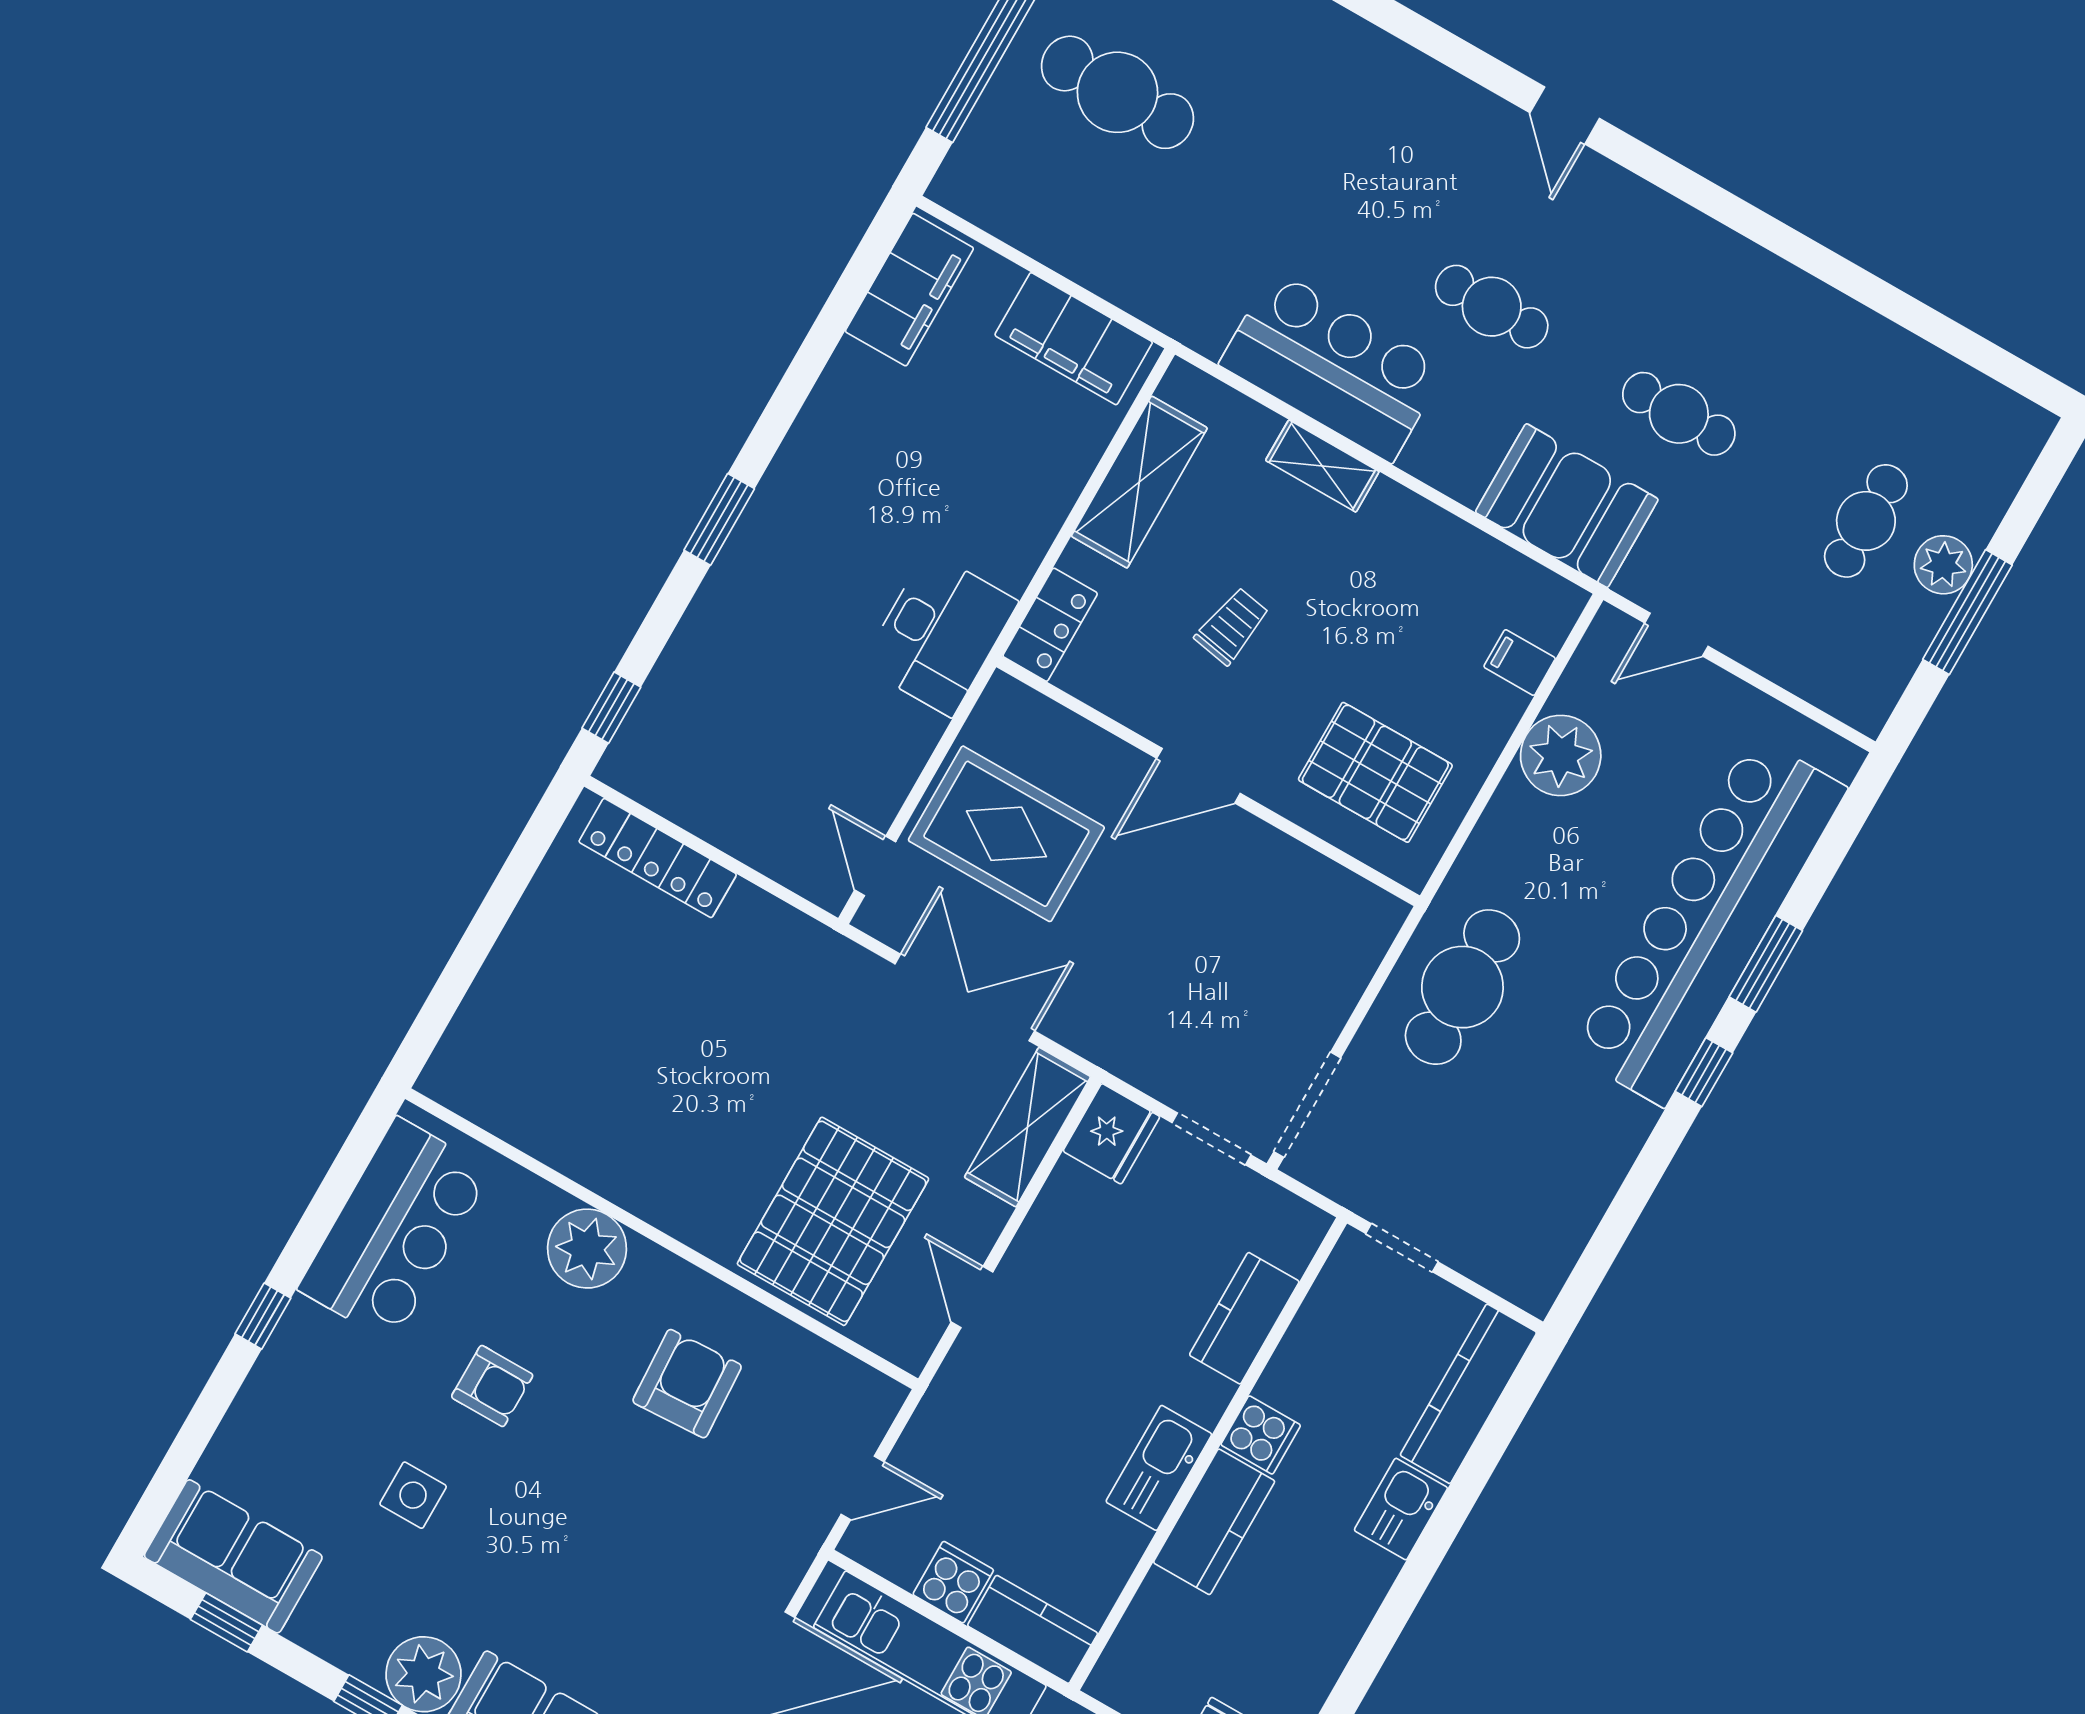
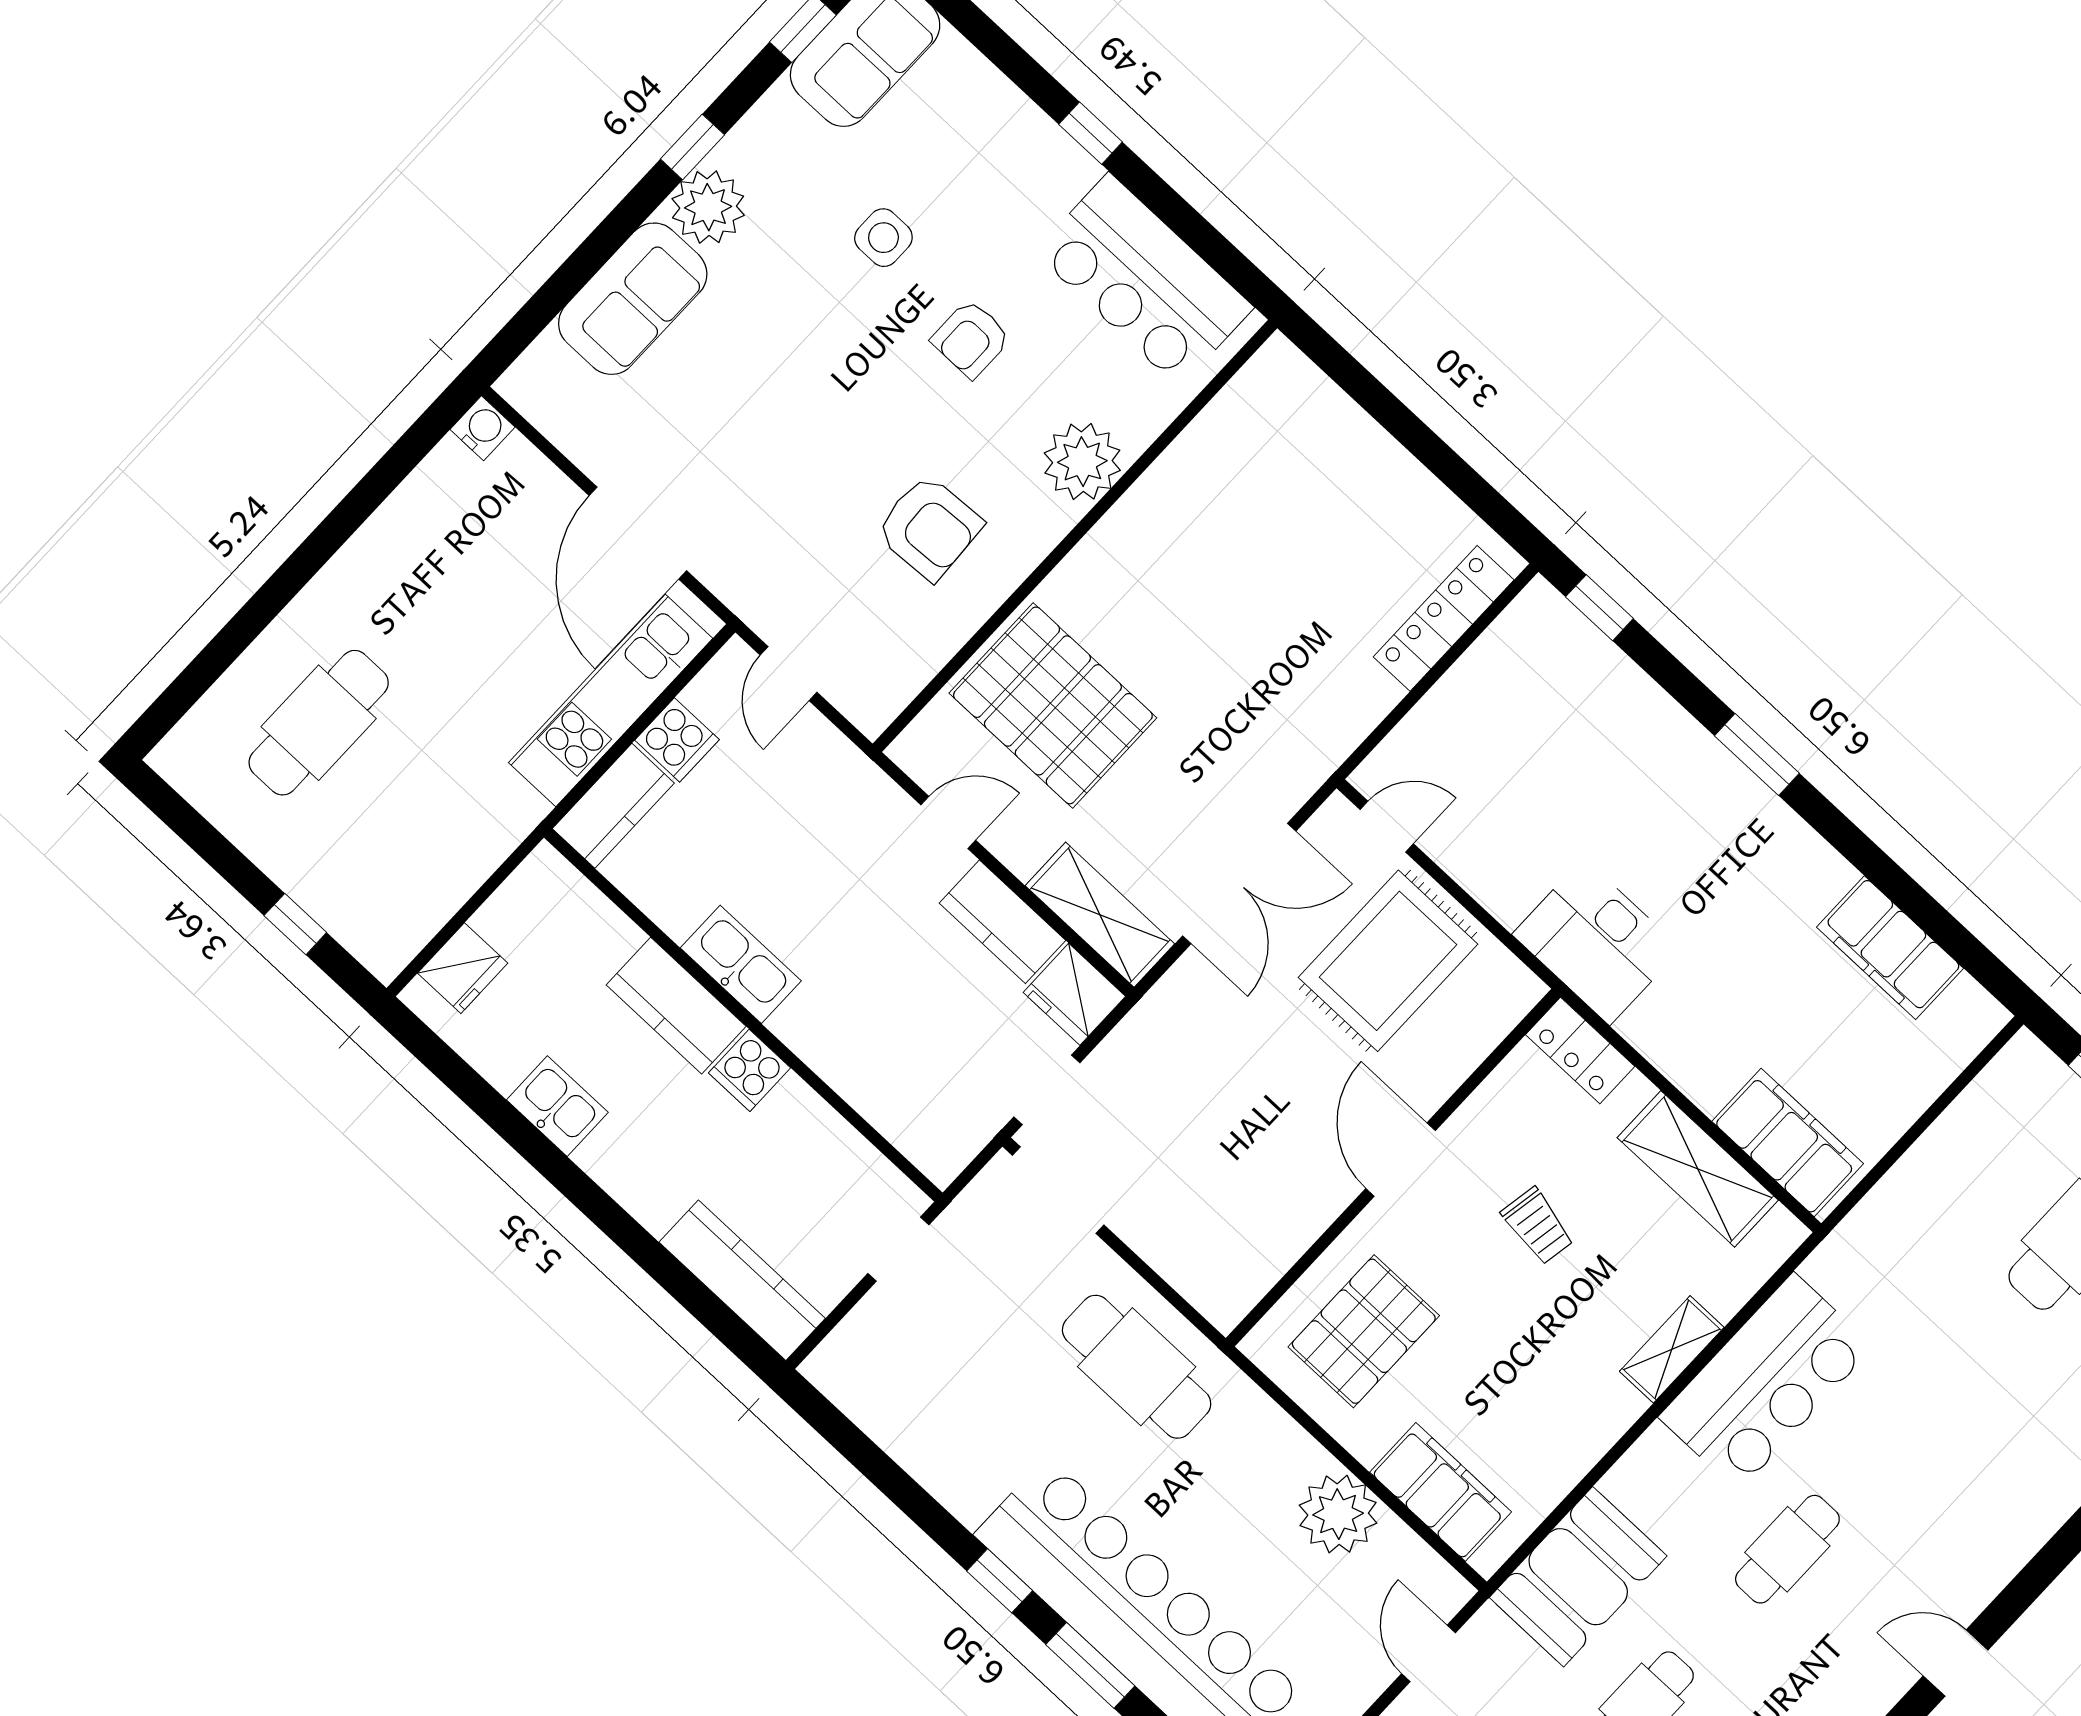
filing cabinet: (909, 290) -> (1890, 948), moved
filing cabinet: (1074, 339) -> (1788, 1143), moved, turned 90
filing cabinet: (1520, 663) -> (1441, 1492), width x3.00, depth x1.17
kitchen counter: (1244, 1318) -> (1002, 922), moved, turned 180
kitchen sink: (1401, 1509) -> (557, 1106), moved

